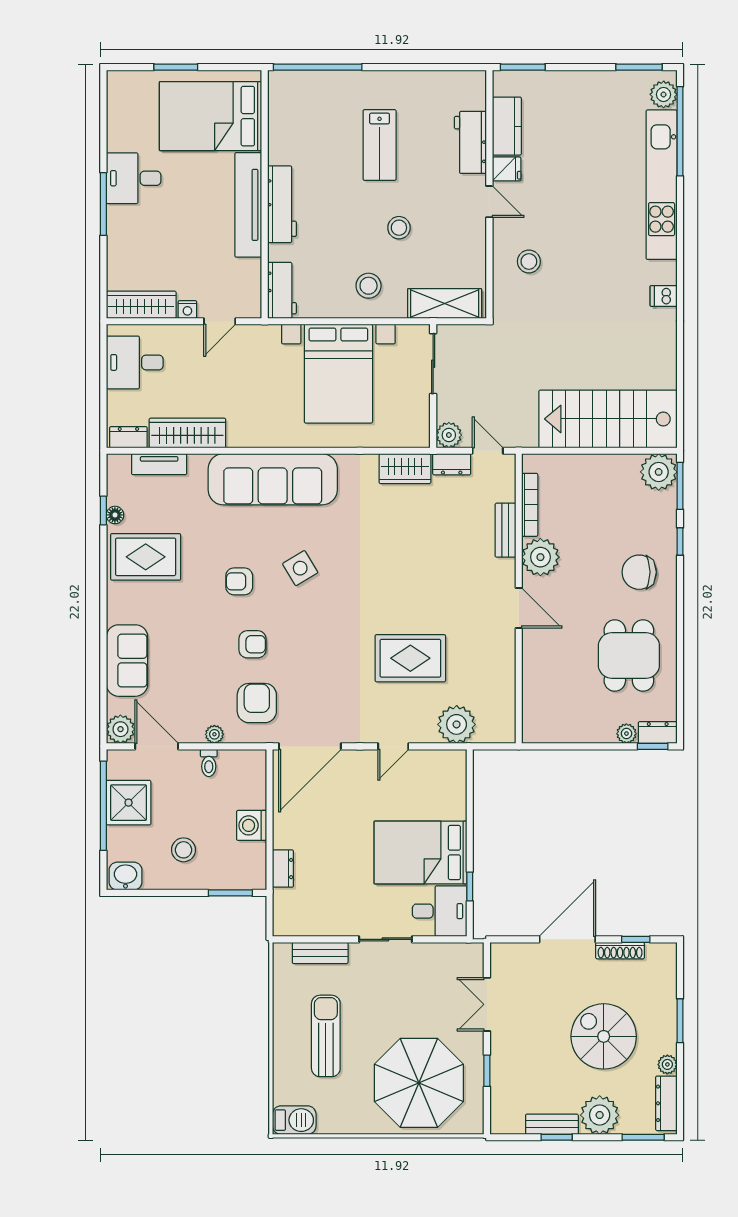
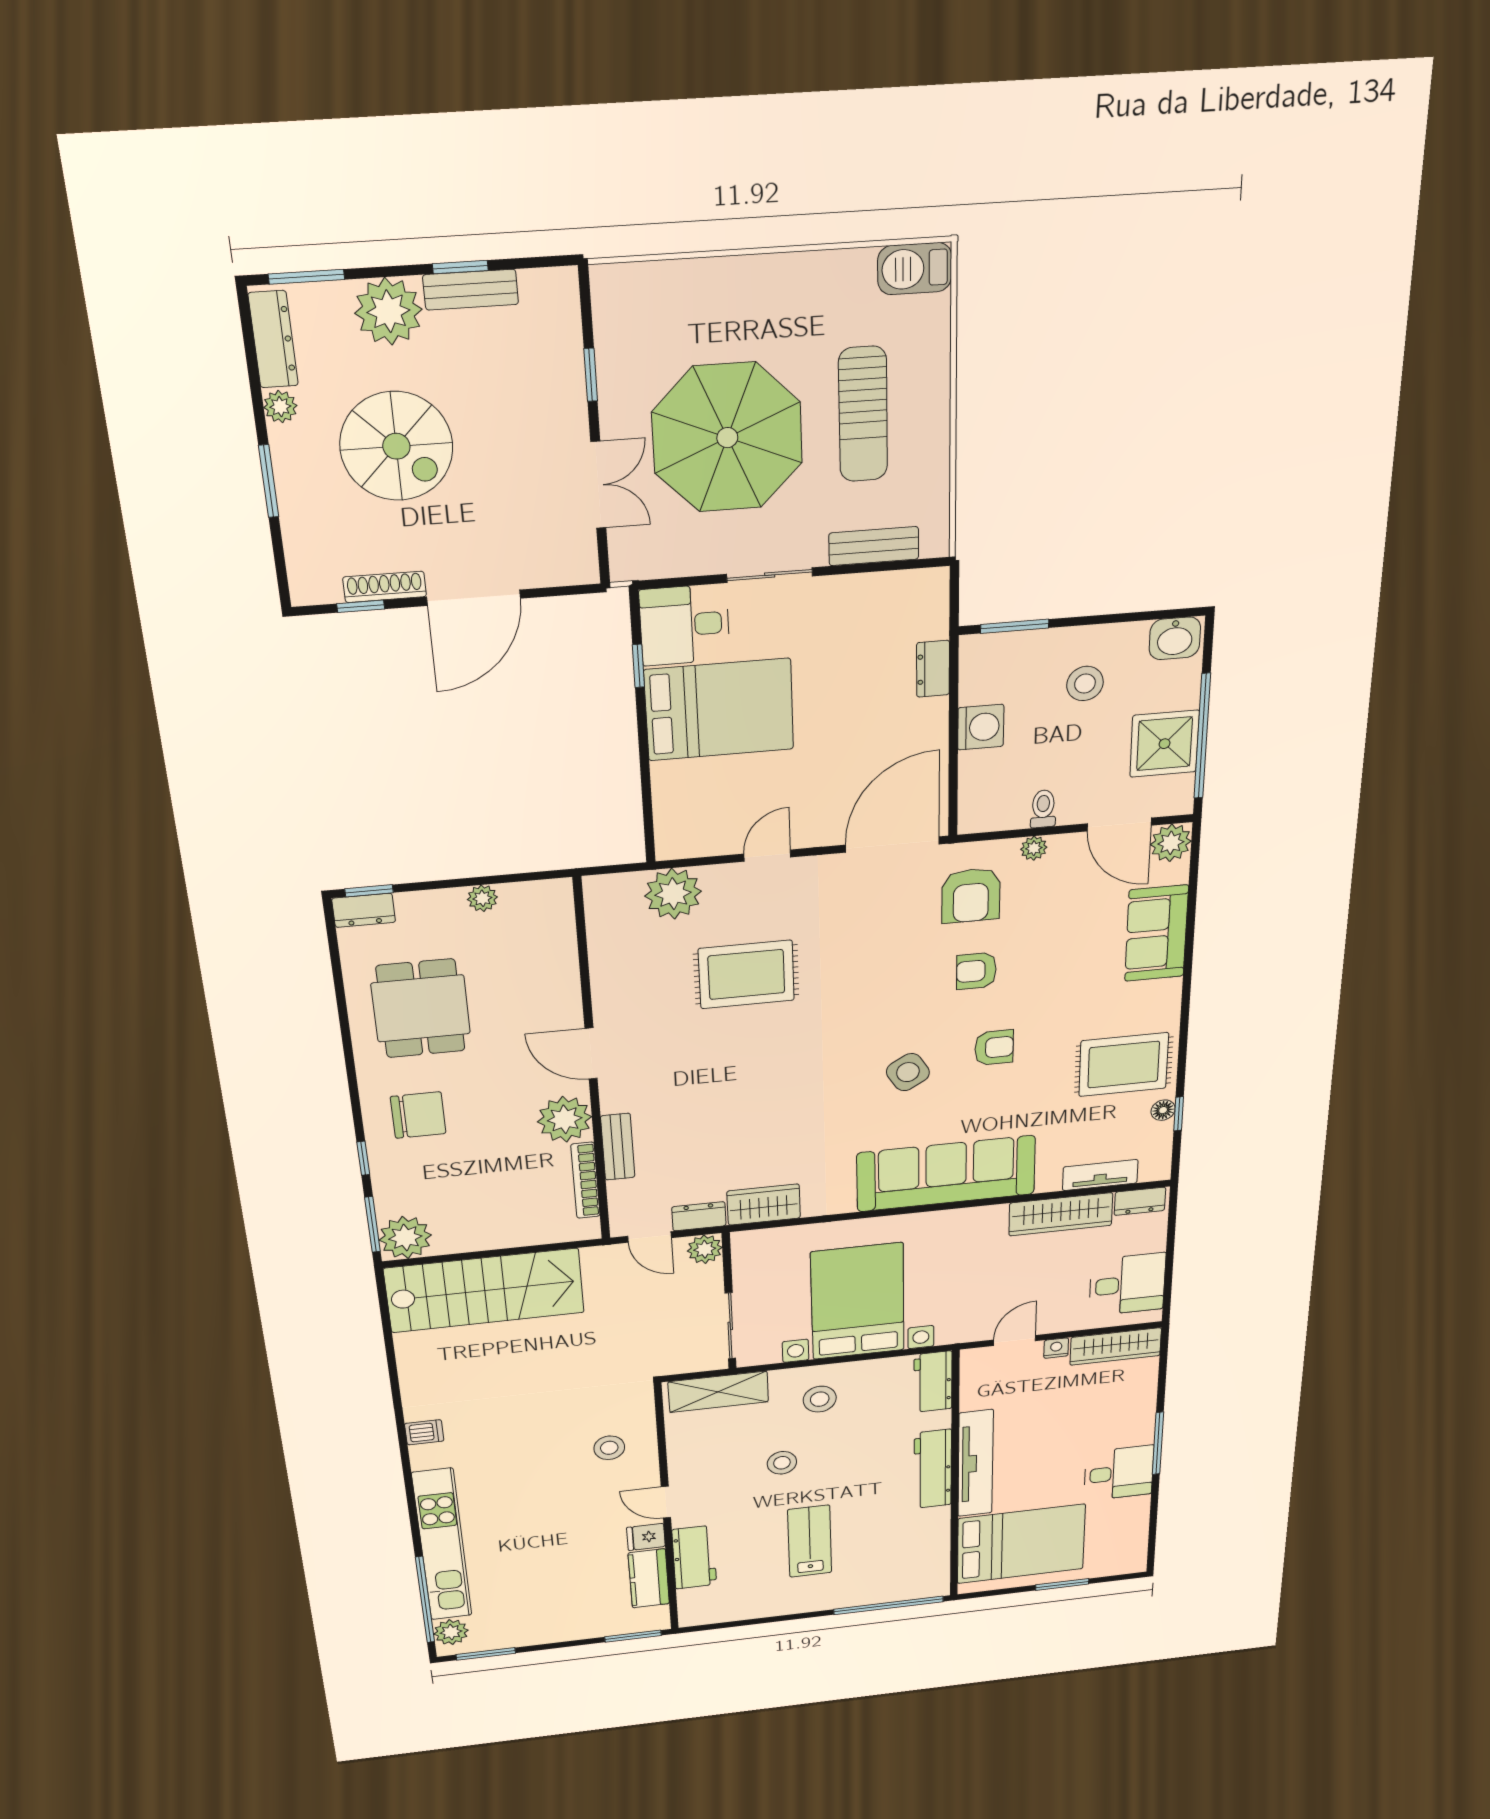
plant: (626, 734) -> (482, 898), moved
parasol: (419, 1083) -> (727, 438), moved

